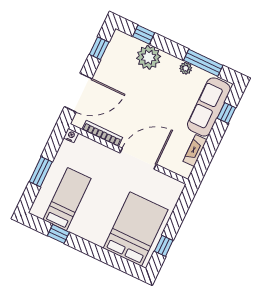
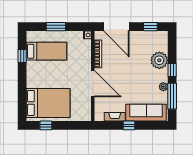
window: (144, 35) -> (172, 70), moved
window: (226, 113) -> (129, 125), moved

